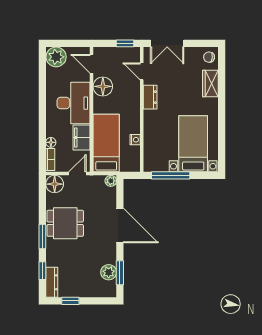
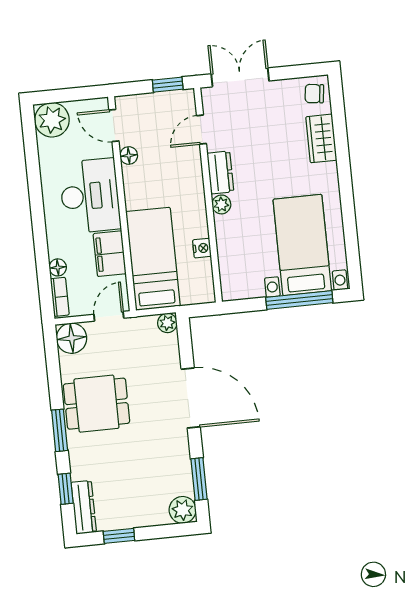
double door: (167, 43) -> (240, 77), swing flipped
door: (142, 71) -> (201, 130), hinge flipped
floor lamp: (103, 86) -> (129, 155), width x0.53, depth x0.53
plant: (149, 116) -> (221, 204), added
window: (171, 175) -> (299, 300), moved
plant: (109, 272) -> (183, 510), moved

